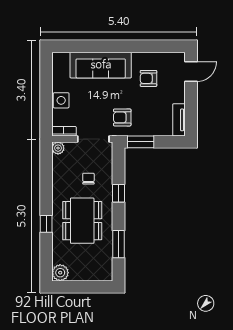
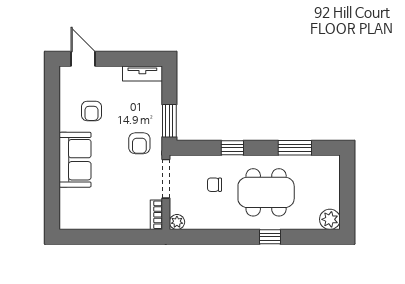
sofa: (101, 65) -> (75, 160), width x0.73
side table: (61, 100) -> (118, 218), removed

